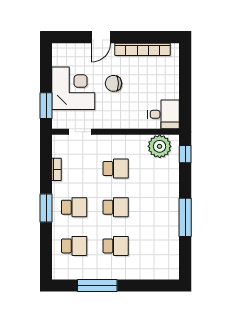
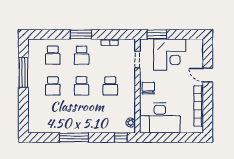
chair: (113, 83) -> (148, 88), moved
desk: (164, 114) -> (160, 118), width x1.87, depth x1.30
plant: (160, 146) -> (131, 123), width x0.53, depth x0.53

